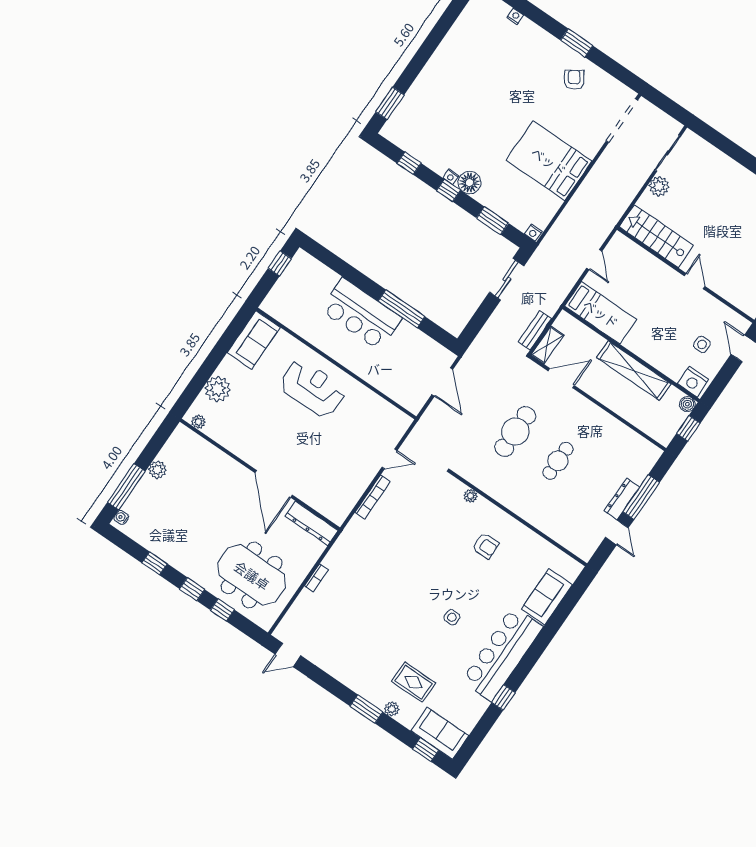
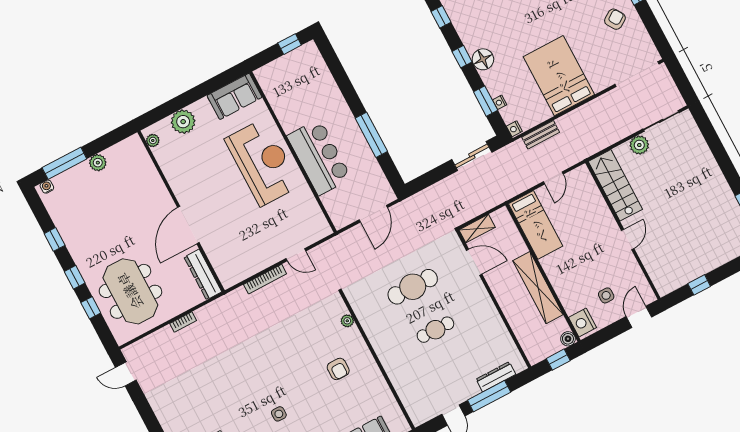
nightstand: (451, 177) -> (500, 102), moved
bar counter: (361, 314) -> (319, 157), moved, turned 180
bench: (535, 330) -> (541, 135), moved
reception desk: (313, 388) -> (263, 162), width x1.36, depth x1.30
dresser: (622, 499) -> (496, 377), moved

